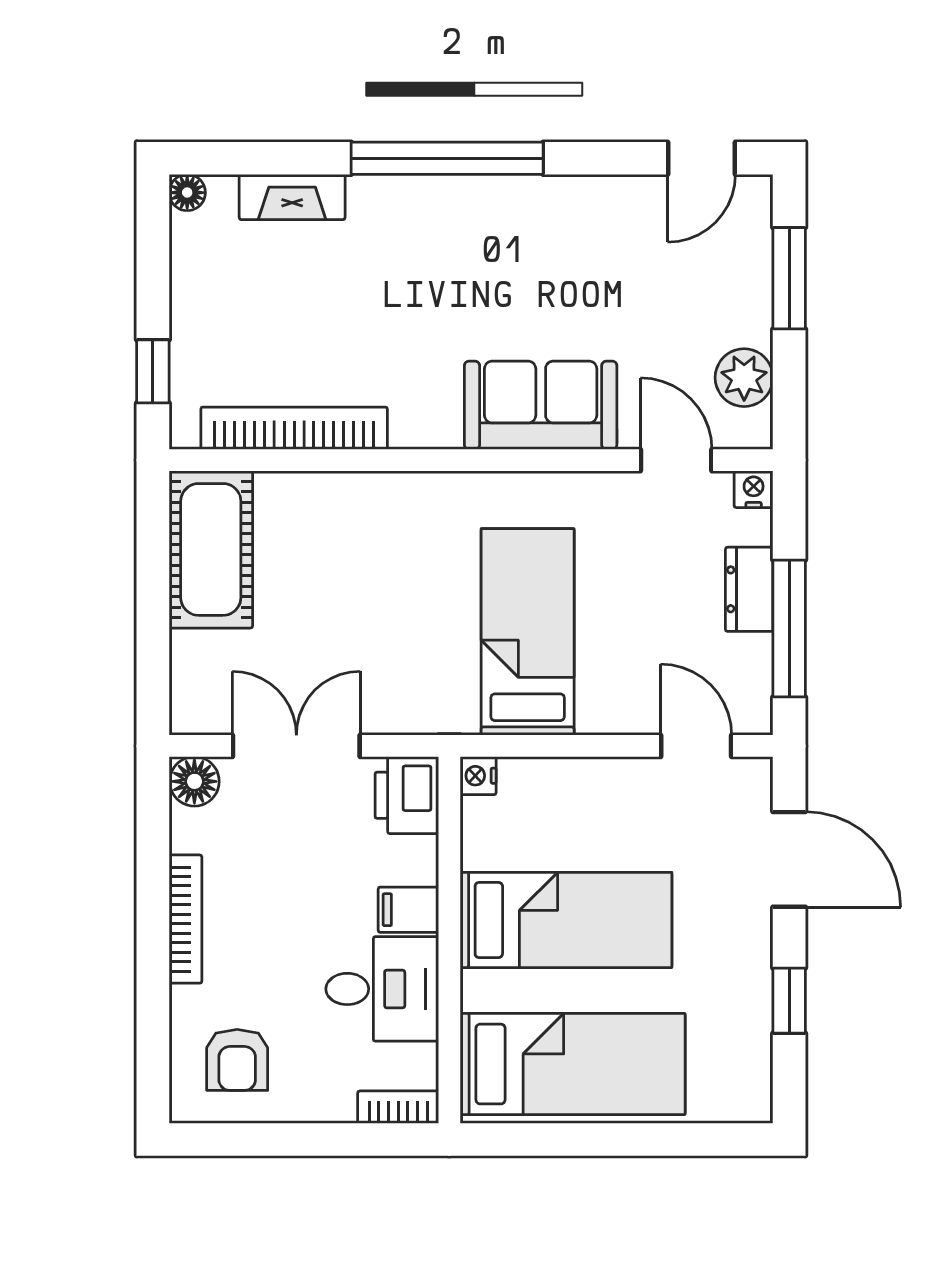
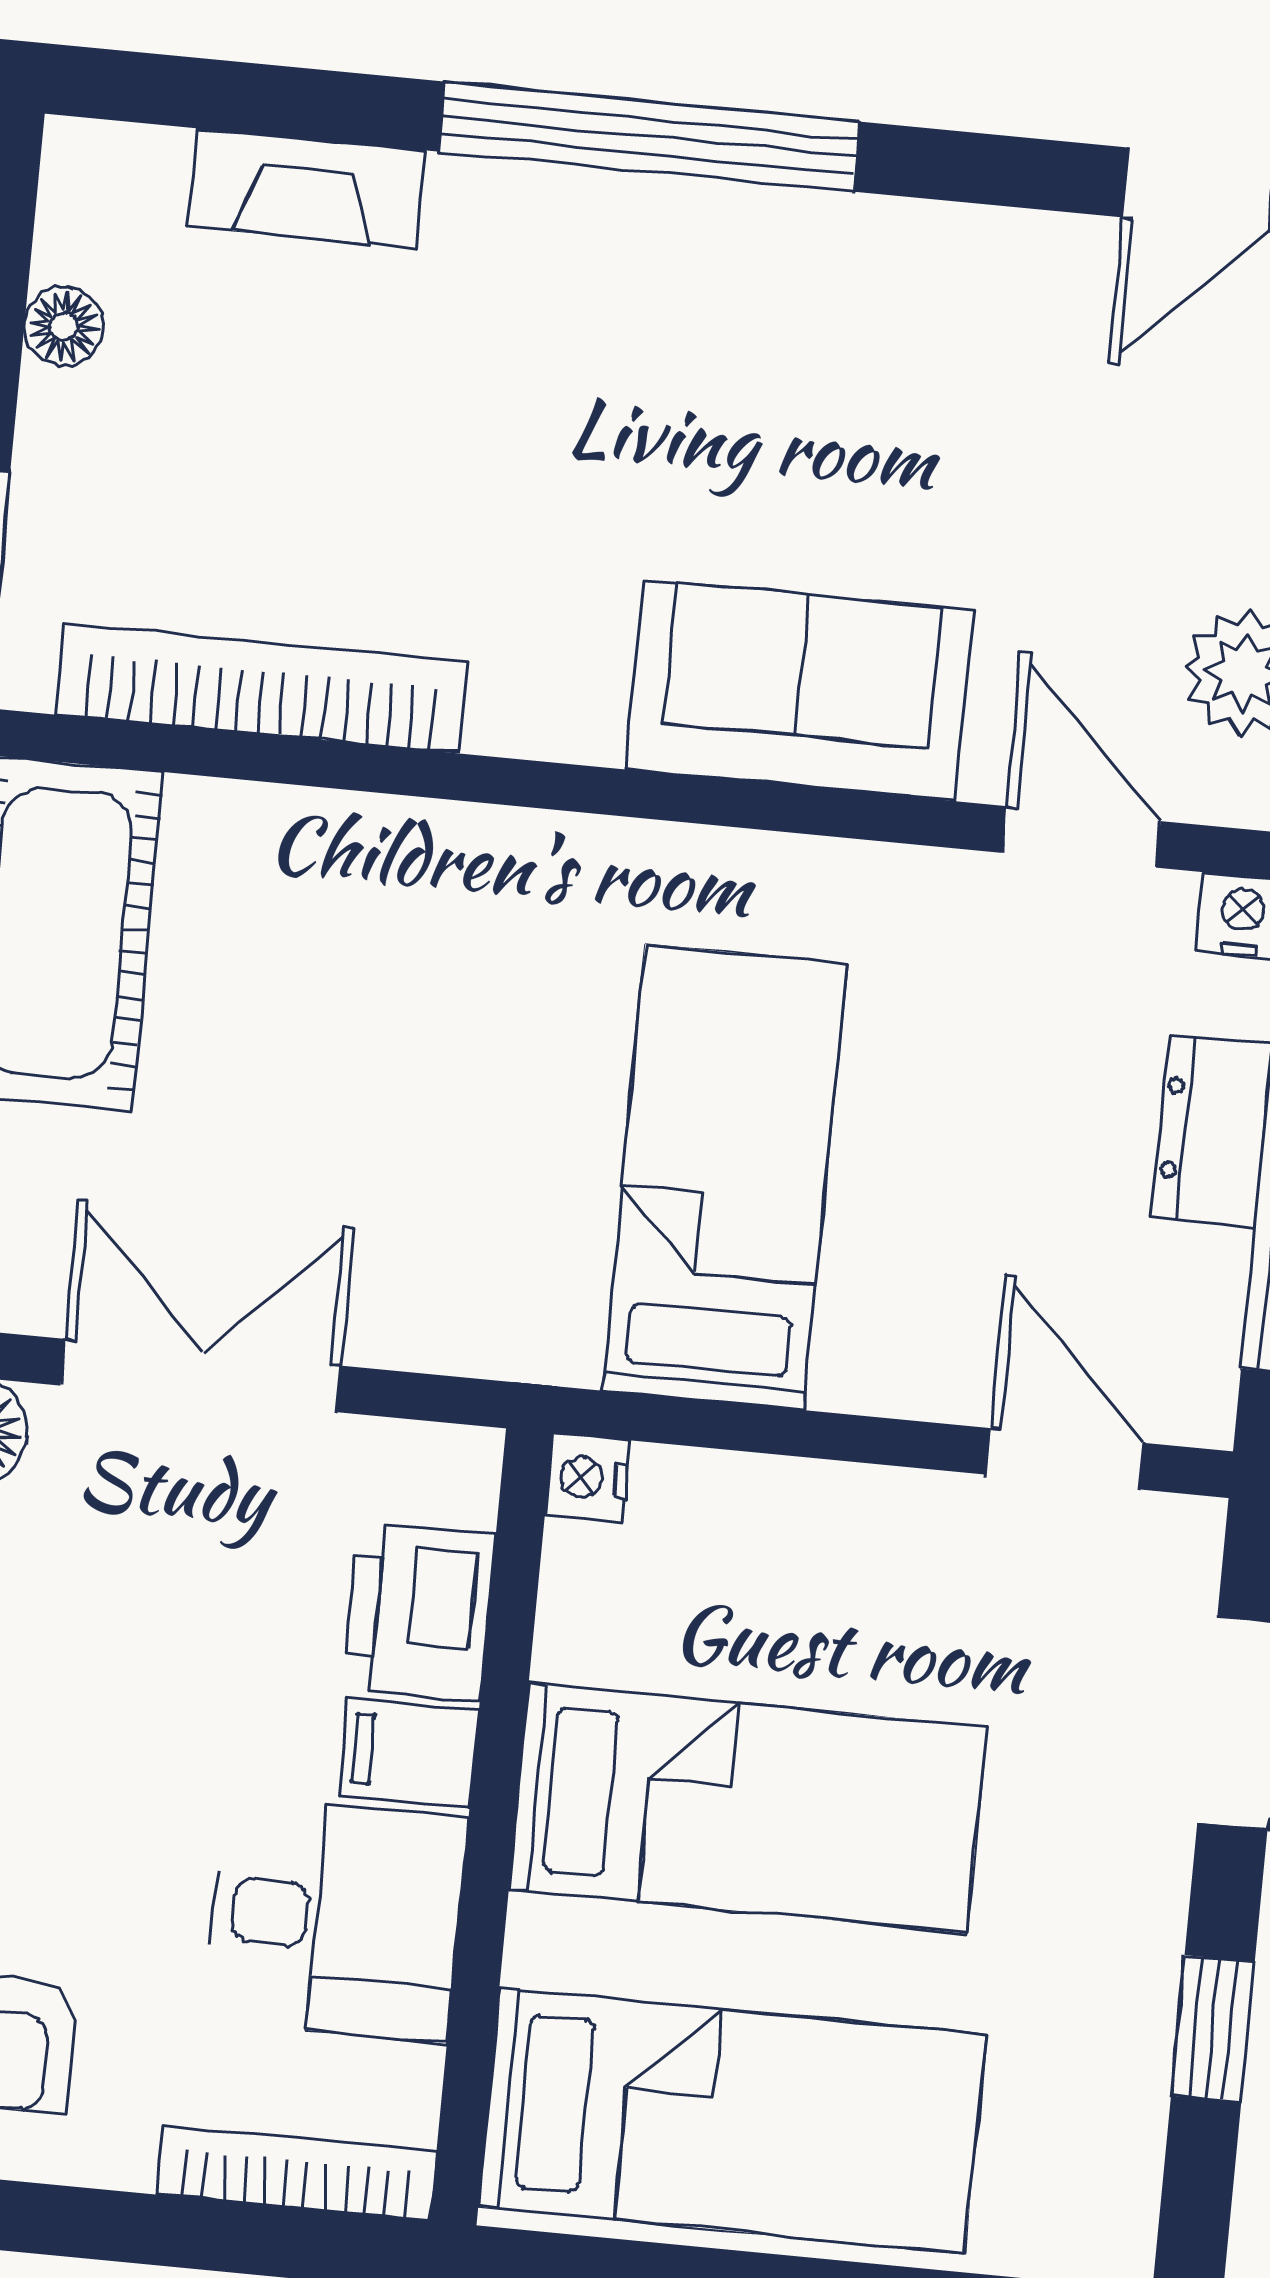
floor lamp: (187, 193) -> (64, 326), moved
printer: (407, 795) -> (419, 1611), moved
bookcase: (398, 1107) -> (297, 2173), width x1.56

